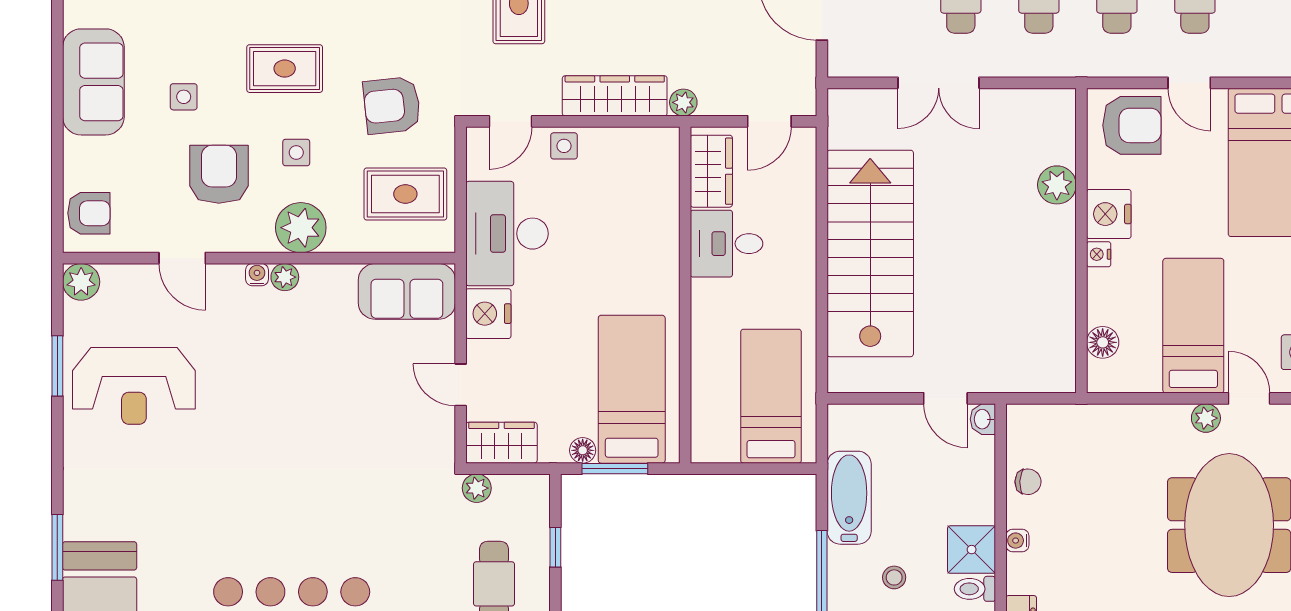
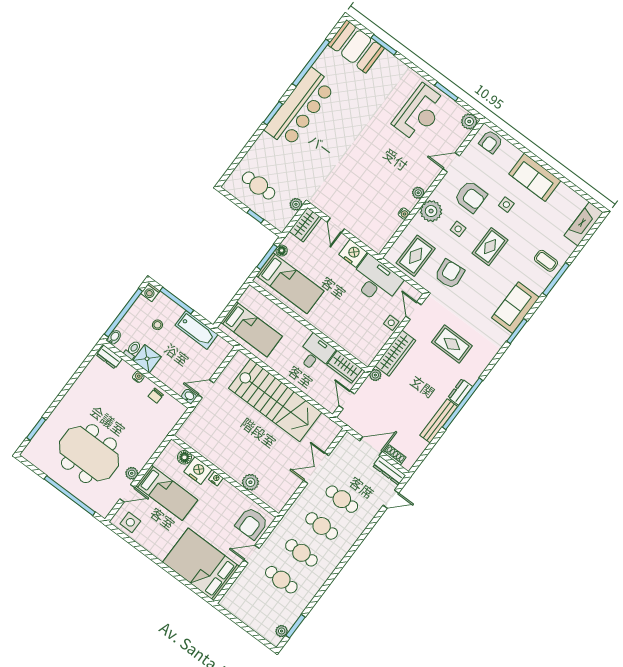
nightstand: (1109, 214) -> (198, 471), moved
water cooler: (257, 275) -> (404, 214), moved
sofa: (407, 291) -> (382, 231), removed
door: (461, 385) -> (336, 225), swing flipped
reception desk: (134, 386) -> (420, 113), turned 180

